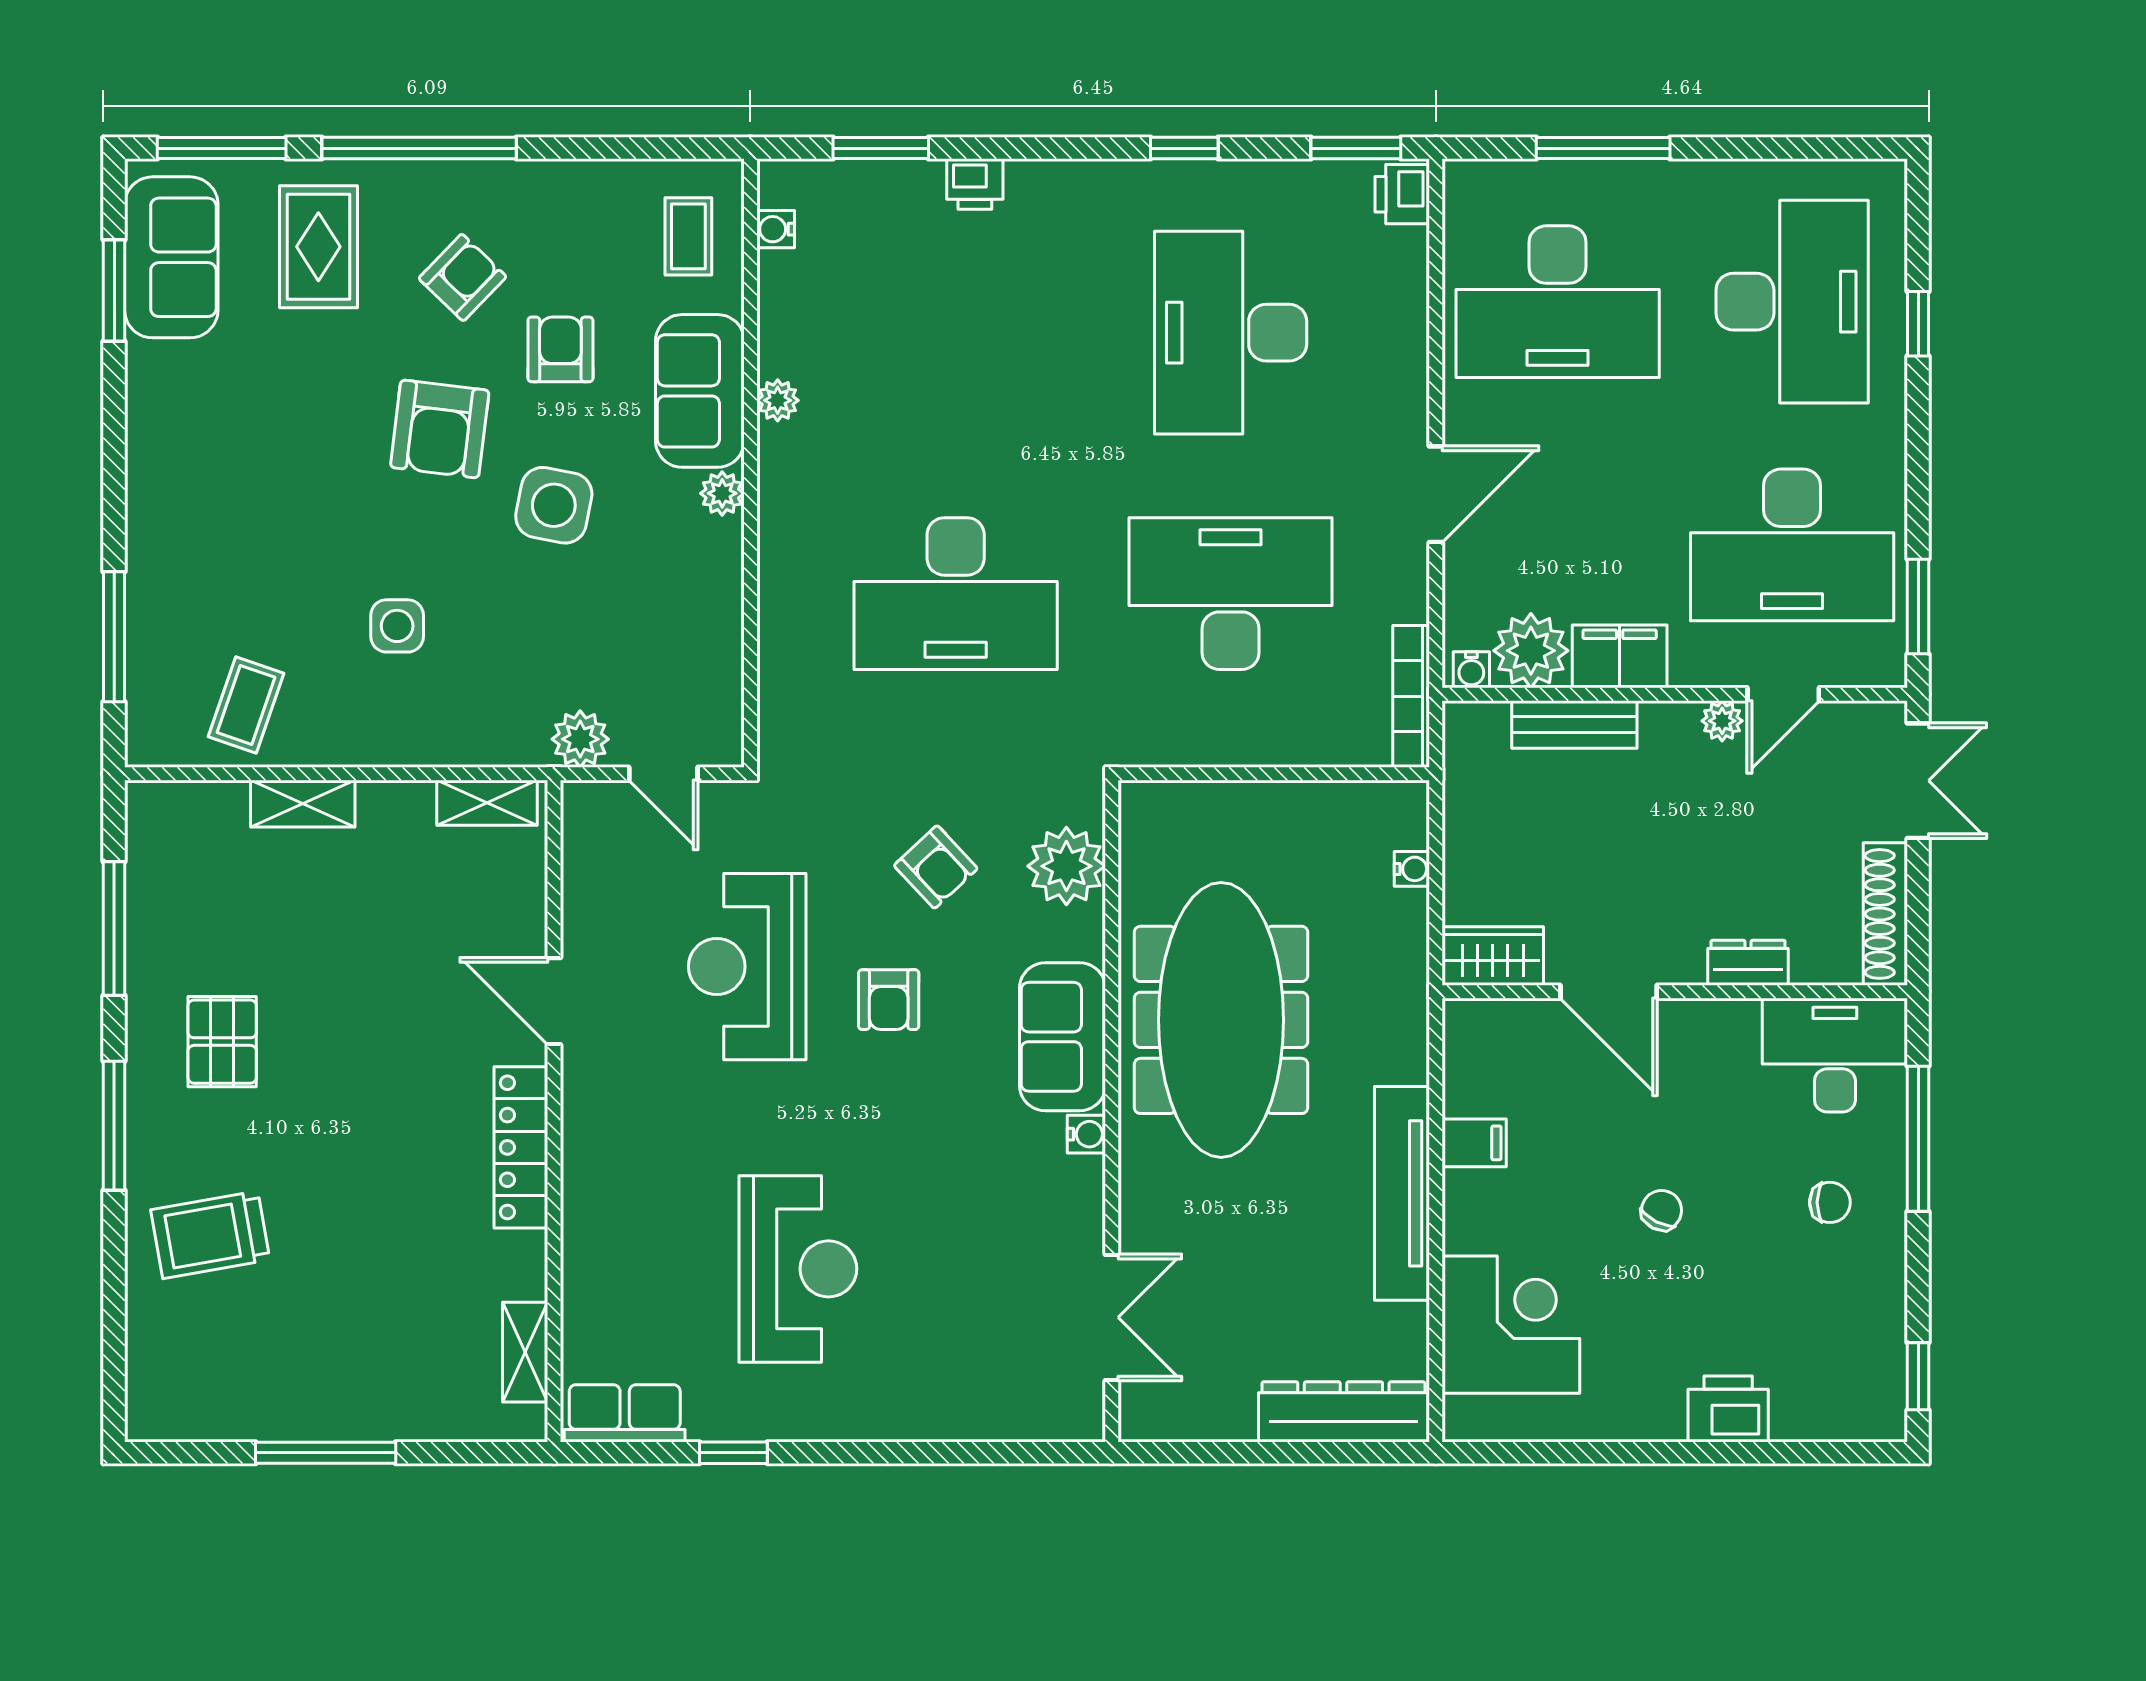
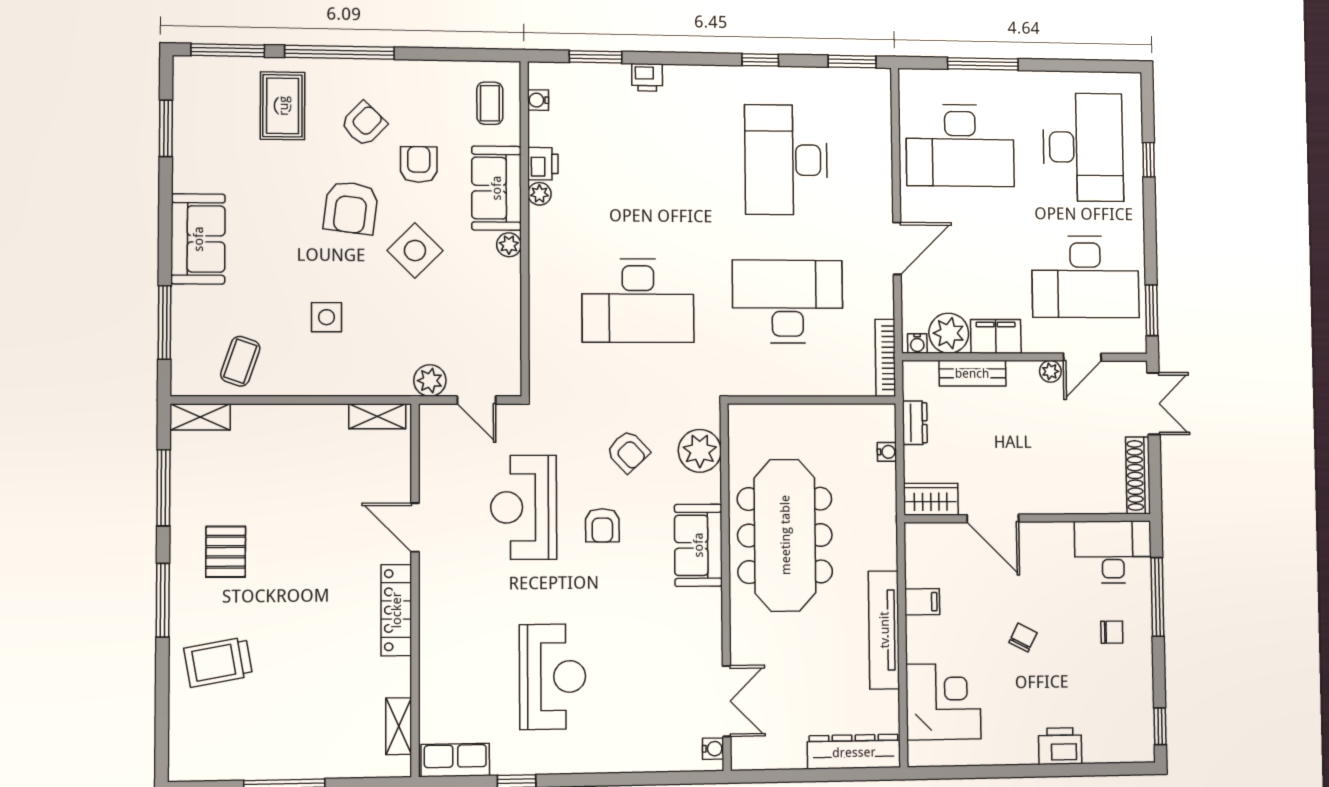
printer: (1402, 194) -> (543, 164), moved, turned 180
sofa: (171, 257) -> (198, 239), moved
side table: (554, 505) -> (415, 251), turned 34
shelving: (303, 804) -> (200, 417), moved
dresser: (1748, 963) -> (915, 423), moved, turned 90
water cooler: (1086, 1134) -> (713, 749), moved

